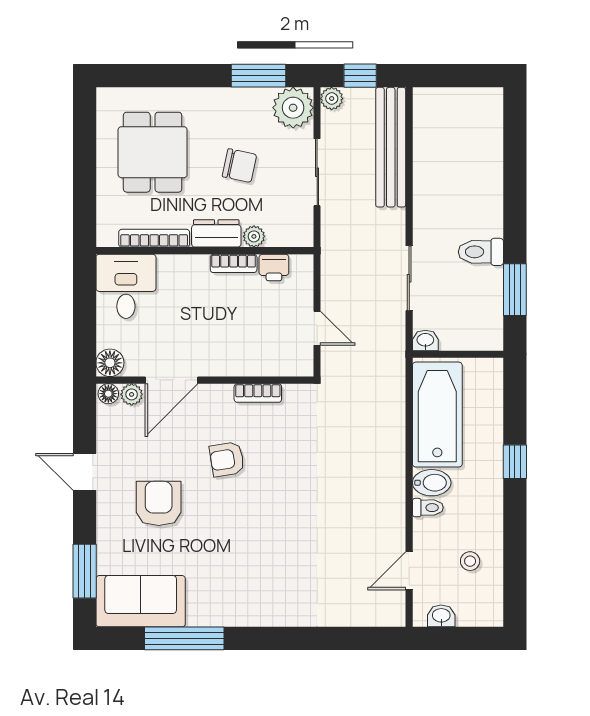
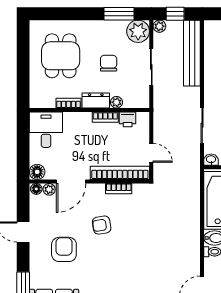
chair: (239, 166) -> (109, 63), turned -102
bookcase: (154, 238) -> (69, 103), width x0.64
bookcase: (260, 365) -> (120, 173), added

